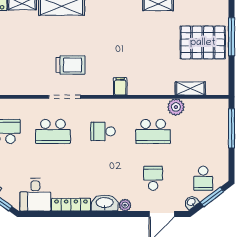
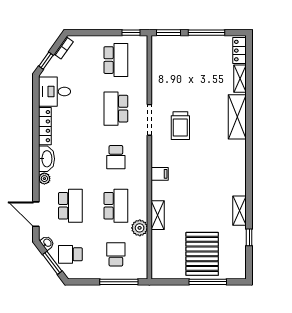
shelving: (190, 88) -> (158, 215), moved
school desk: (103, 131) -> (116, 157), turned 180
school desk: (153, 131) -> (116, 206), turned 180
school desk: (203, 131) -> (116, 254), added
school desk: (153, 178) -> (70, 206), width x1.85

